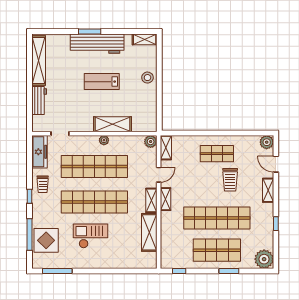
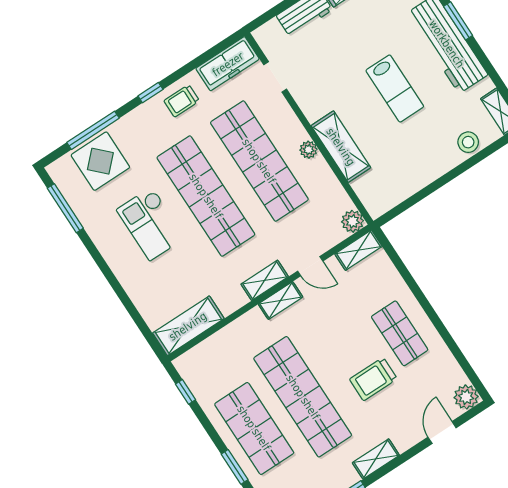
stool: (148, 78) -> (468, 142), moved
lab bench: (102, 82) -> (395, 88), turned 180
shelving: (268, 190) -> (376, 459), moved
shelving: (149, 232) -> (188, 326), moved
checkout: (90, 236) -> (151, 224), turned 180

